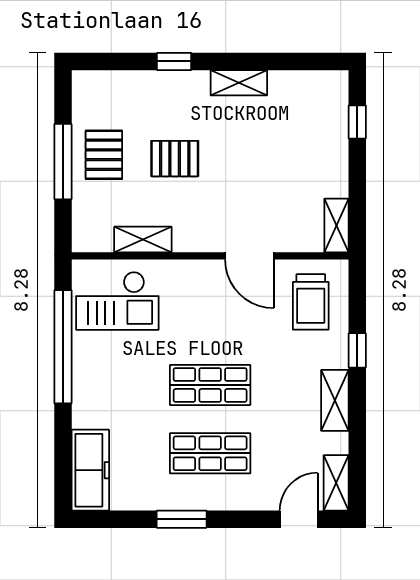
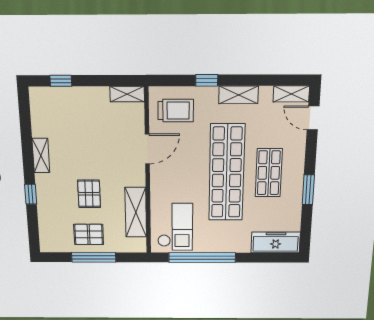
shelving: (143, 240) -> (136, 212), width x1.50, depth x1.33
shop shelf: (210, 385) -> (227, 173), width x2.00, depth x1.36

